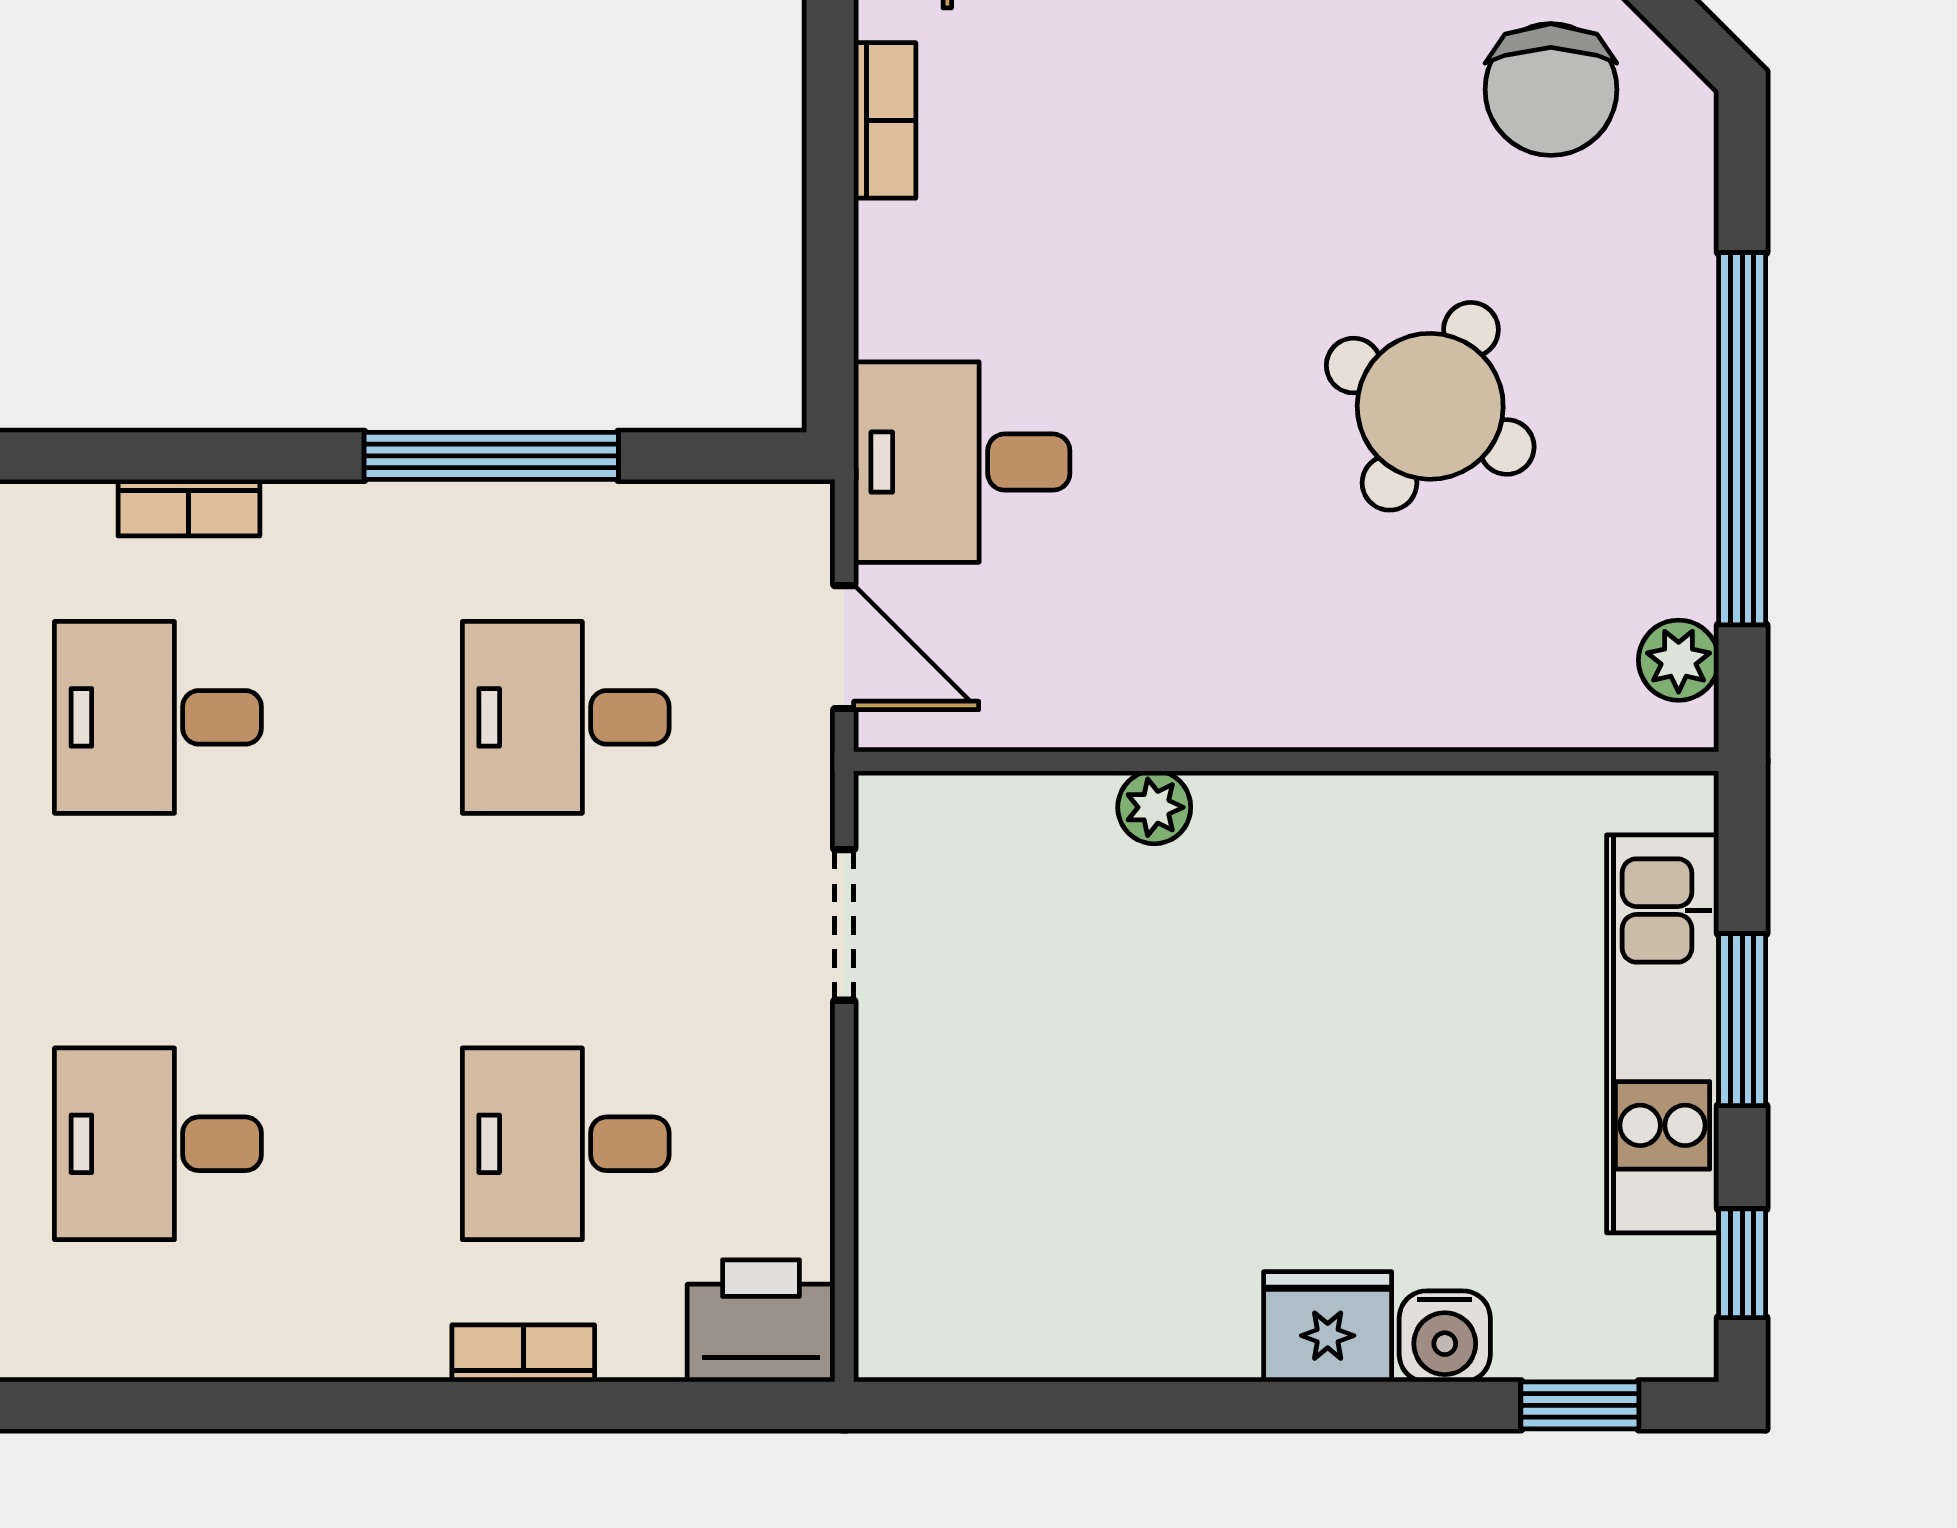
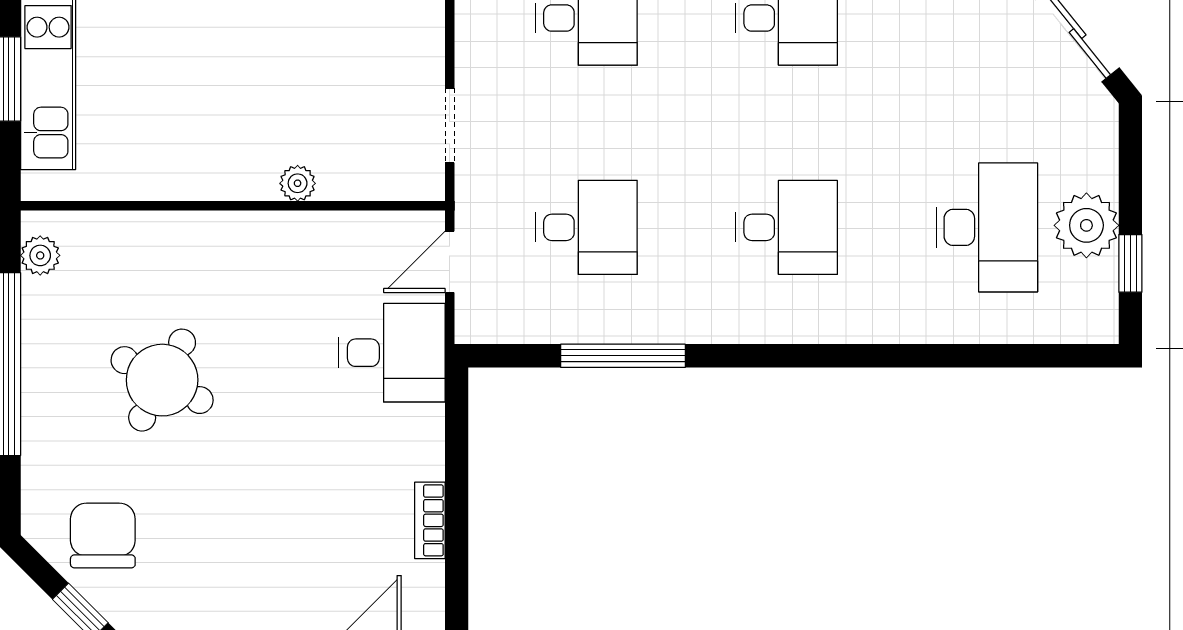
bookcase: (189, 508) -> (771, 330), removed
door: (844, 647) -> (450, 262), hinge flipped

